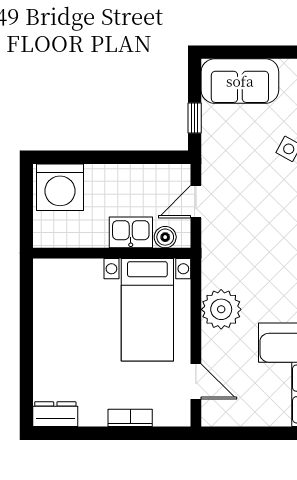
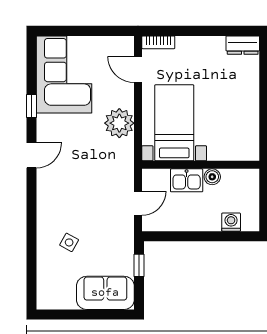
washing machine: (60, 187) -> (231, 222), width x0.53, depth x0.53
boiler: (165, 237) -> (212, 177), moved
bookcase: (130, 418) -> (158, 42), moved

